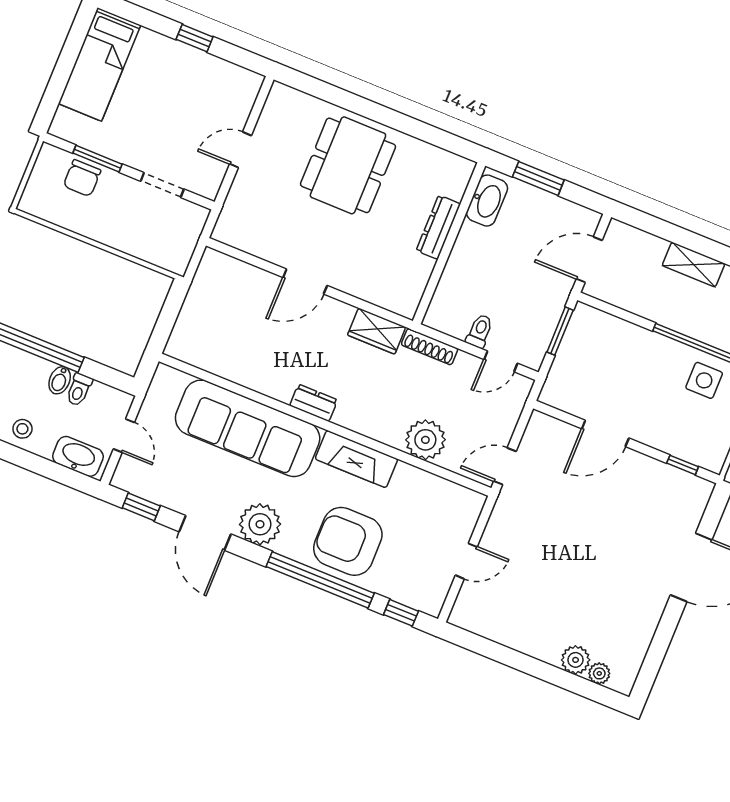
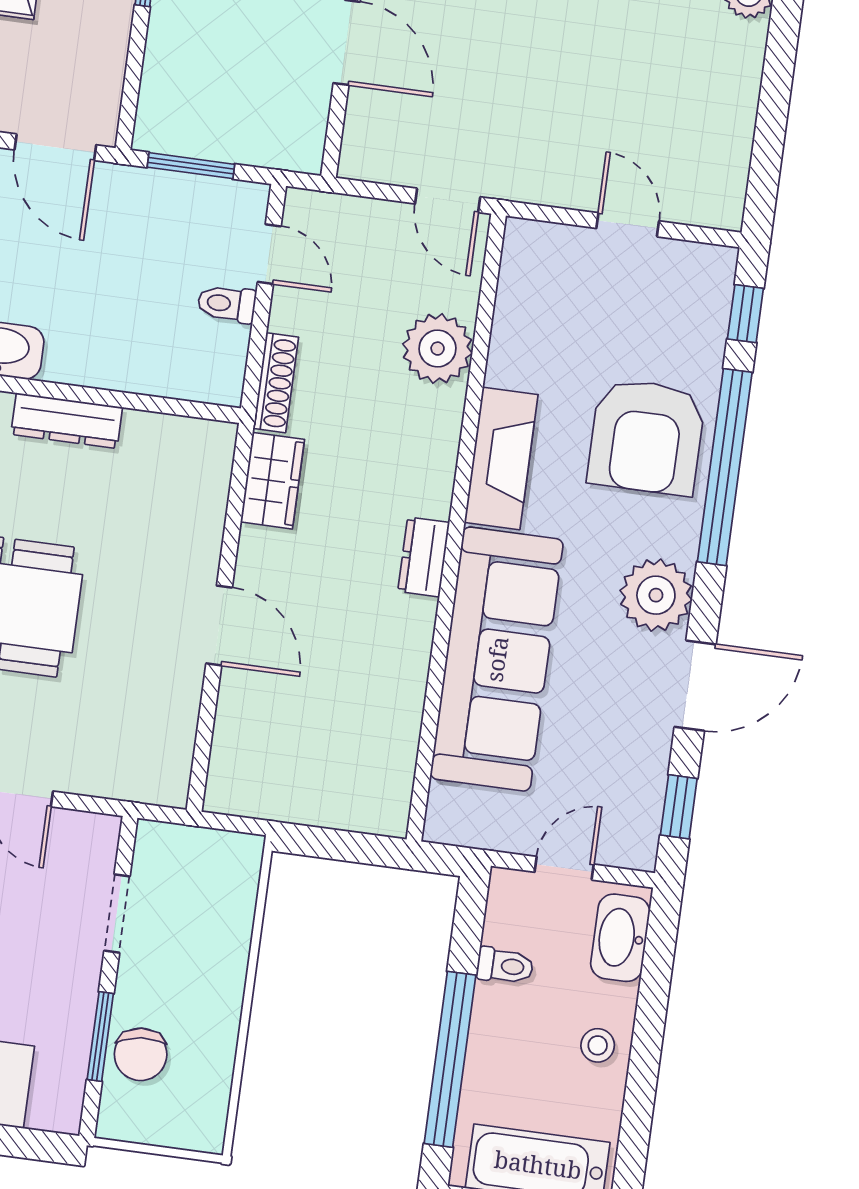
chair: (82, 178) -> (141, 1054), turned 84
bidet: (60, 380) -> (498, 1003), removed

